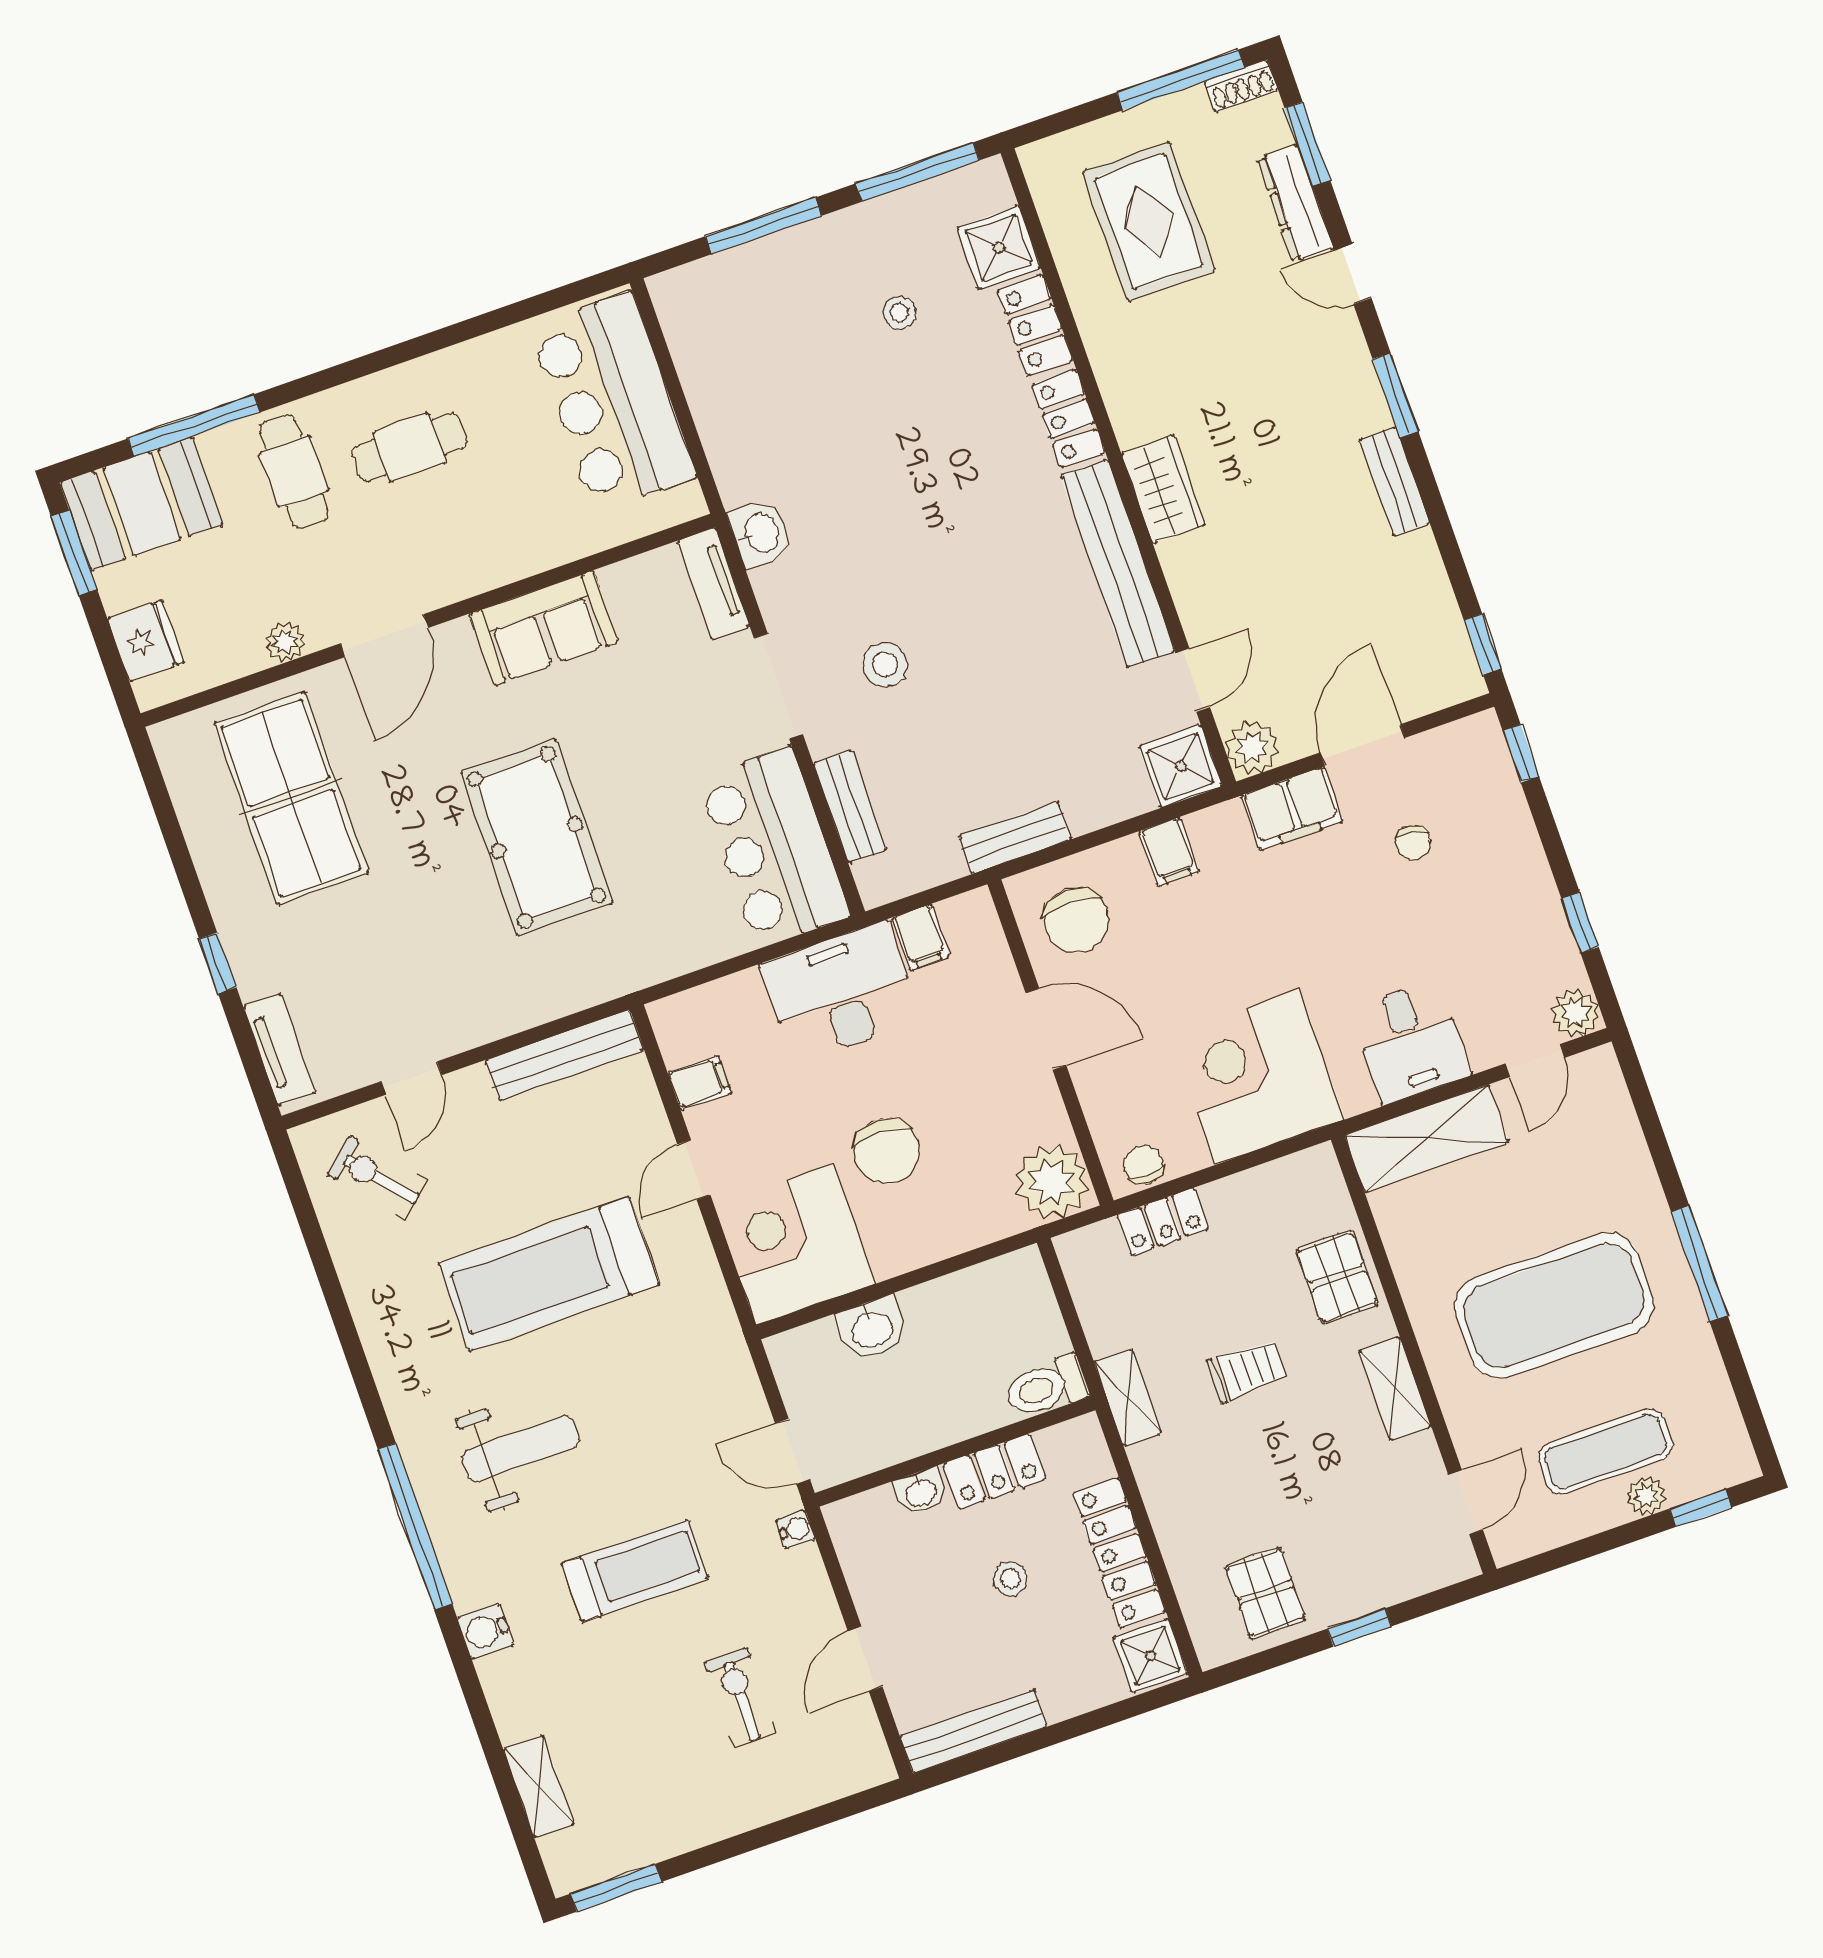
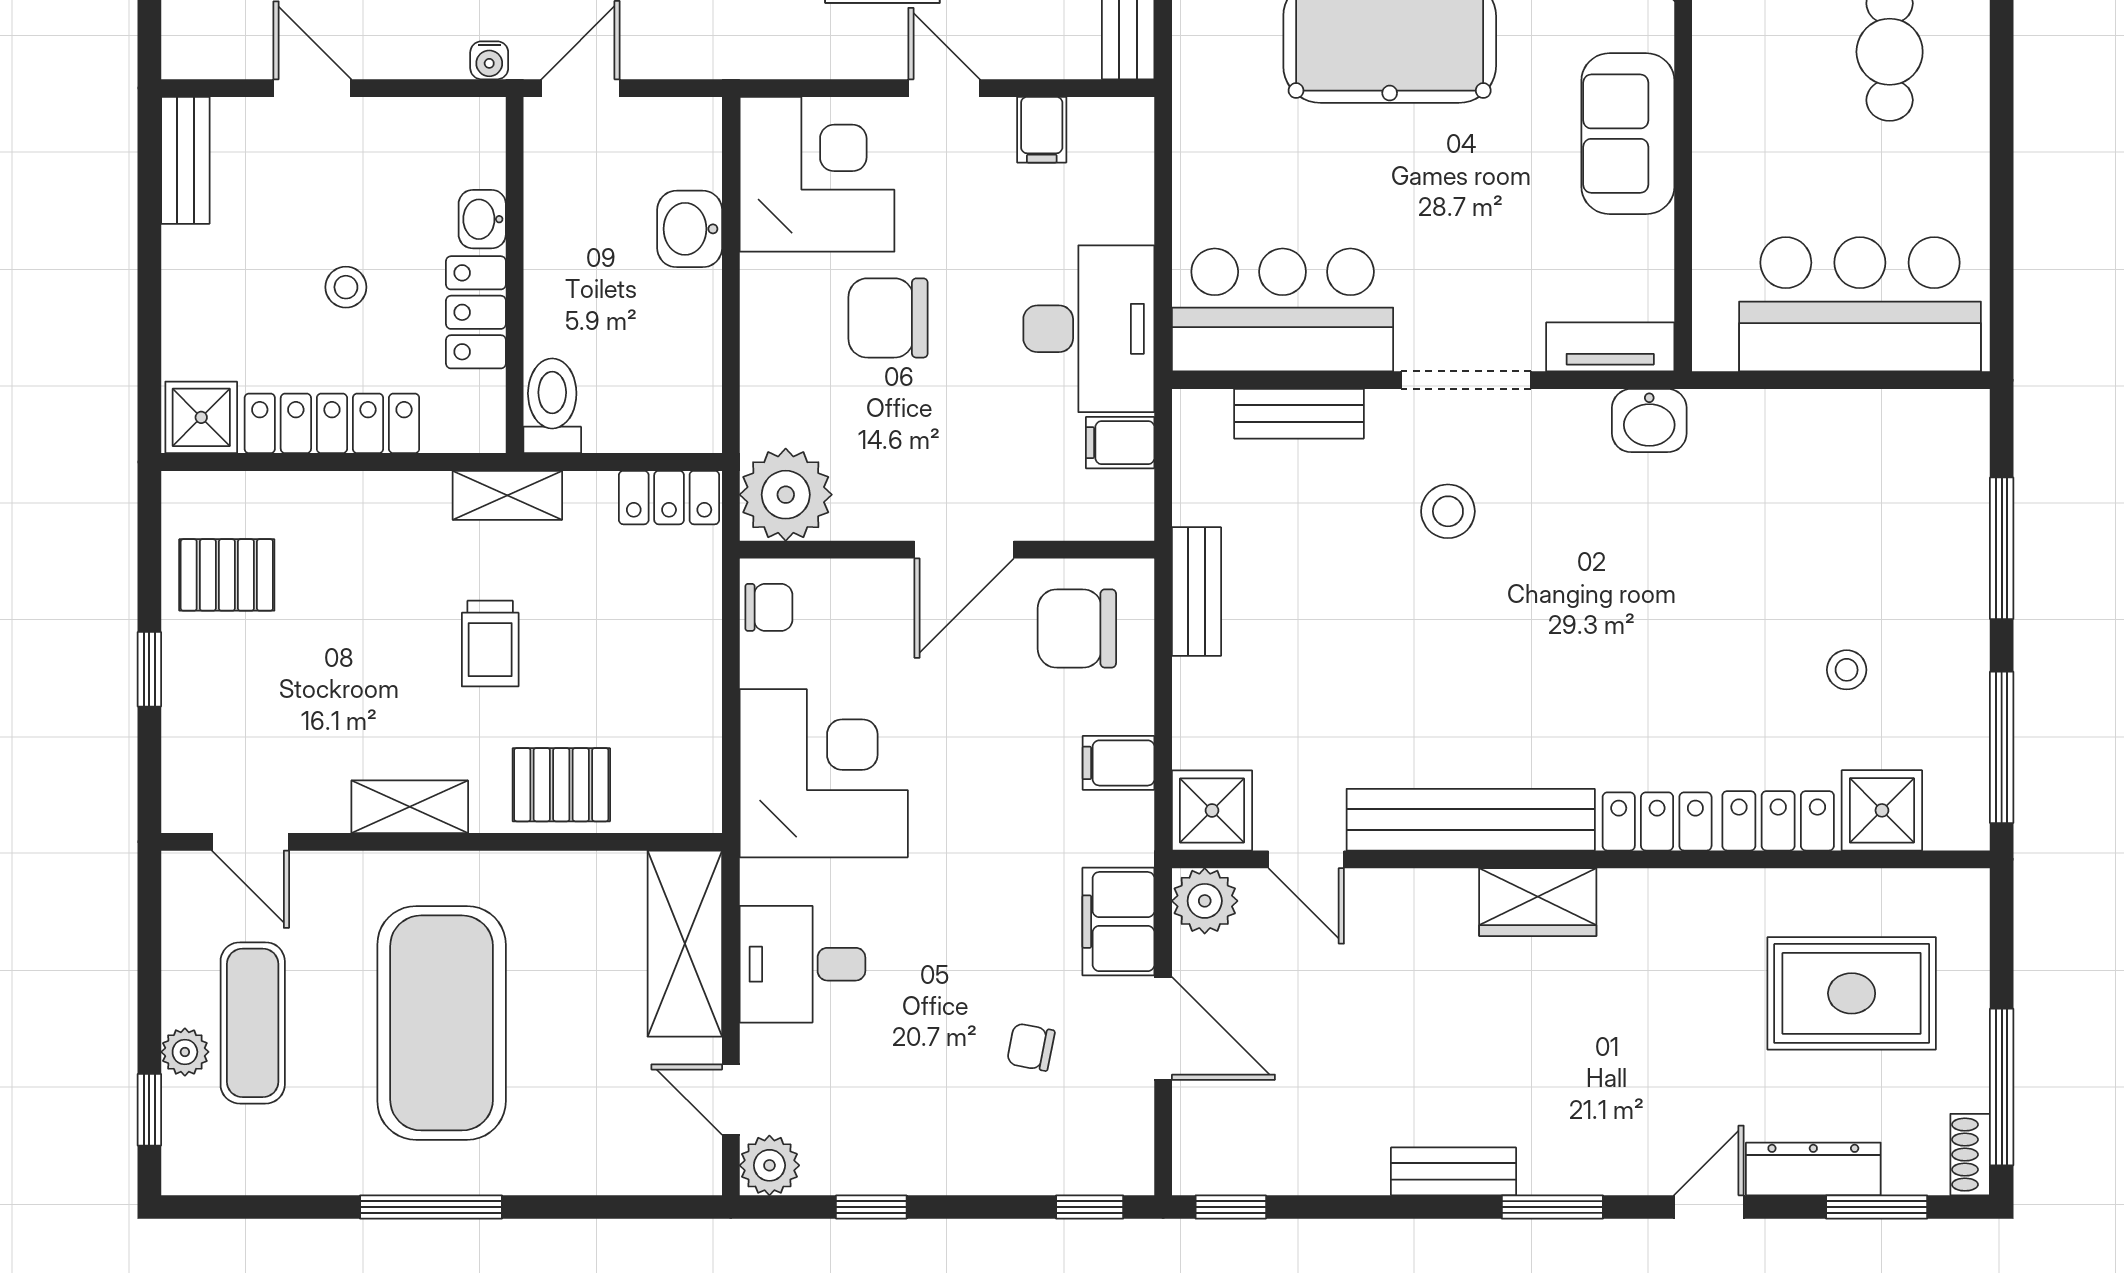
locker: (1163, 1222) -> (669, 498), moved, turned -90
bench: (973, 1731) -> (185, 160), width x0.73

